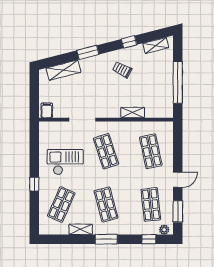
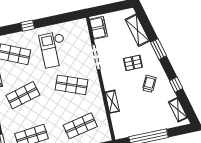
pallet: (97, 82) -> (133, 63), added
filing cabinet: (47, 110) -> (99, 28), width x2.00
shop shelf: (106, 151) -> (72, 85), turned 39
checkout: (65, 162) -> (54, 50), turned 180

